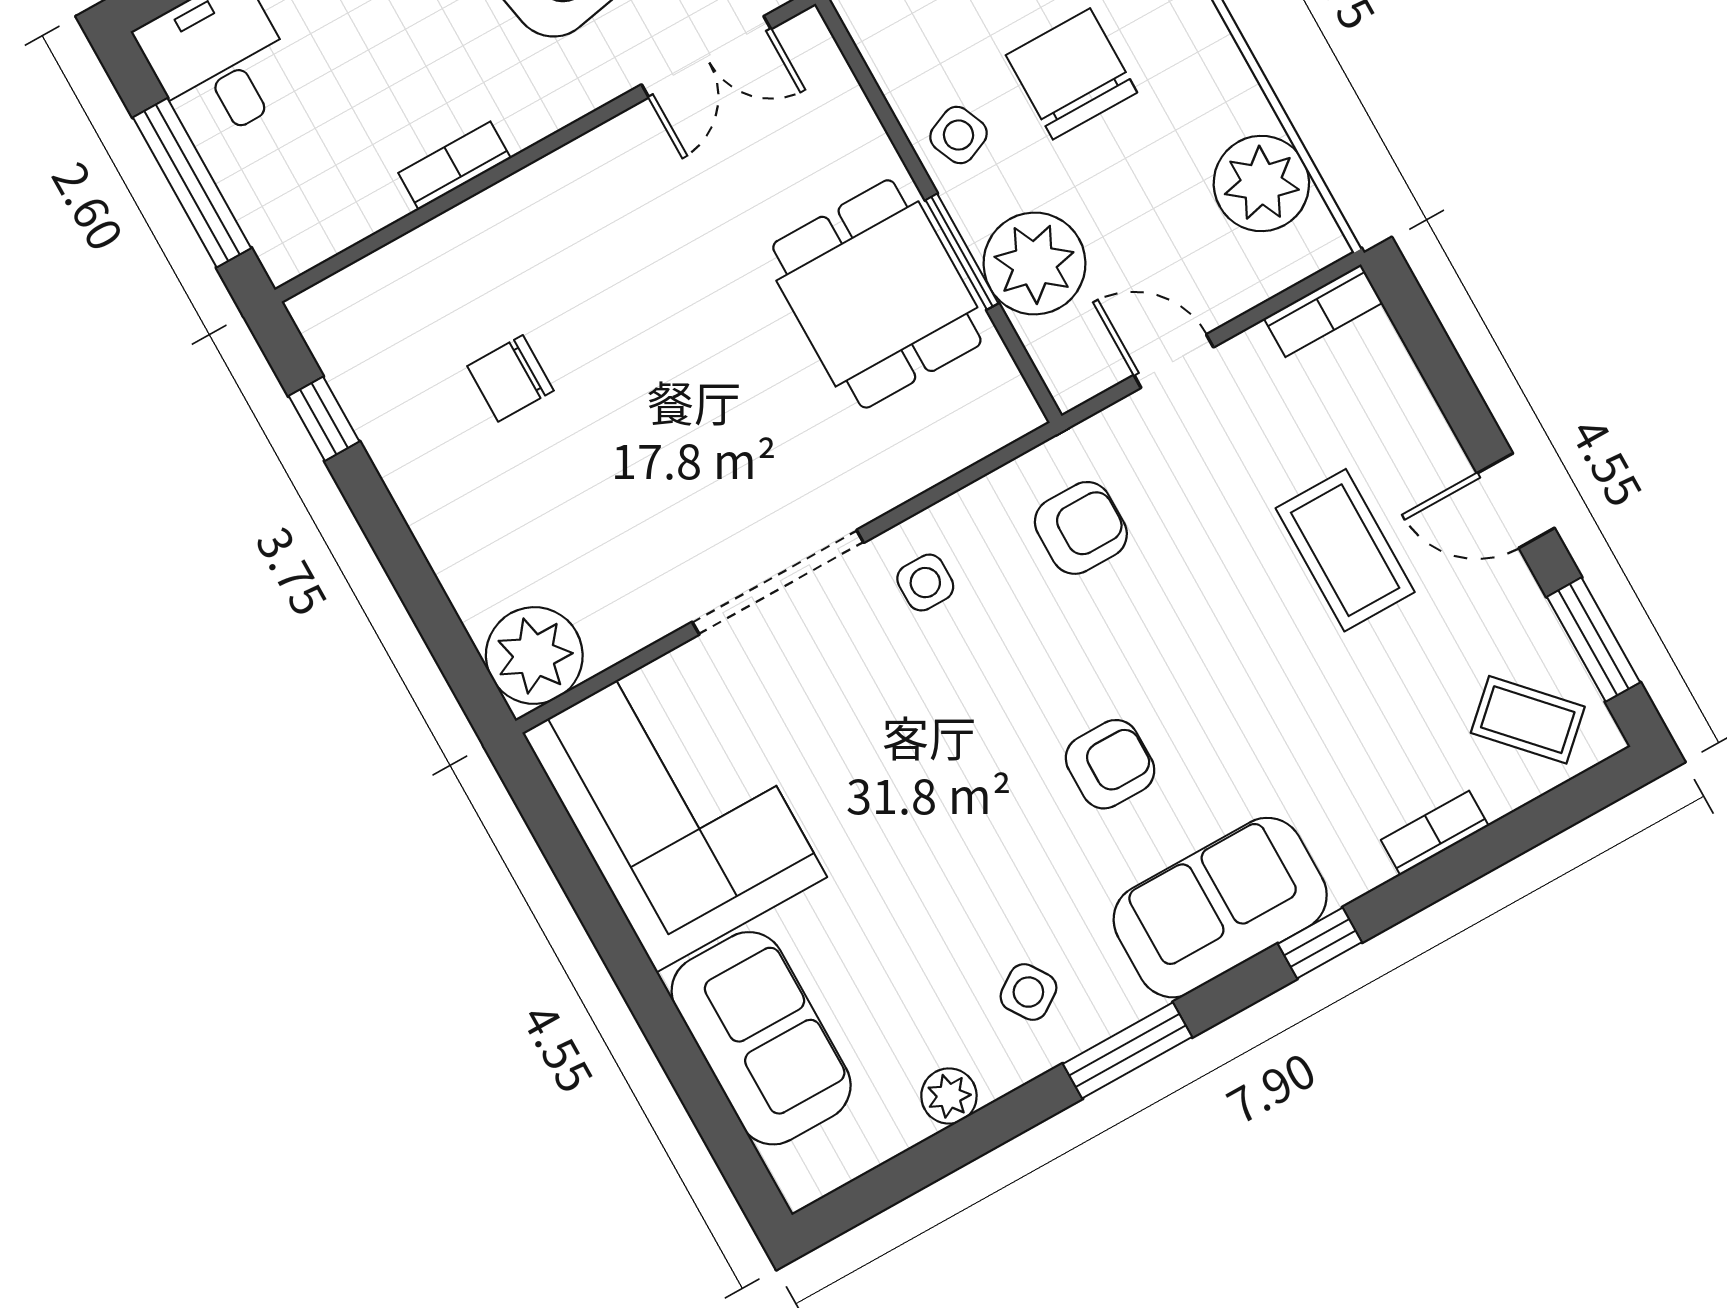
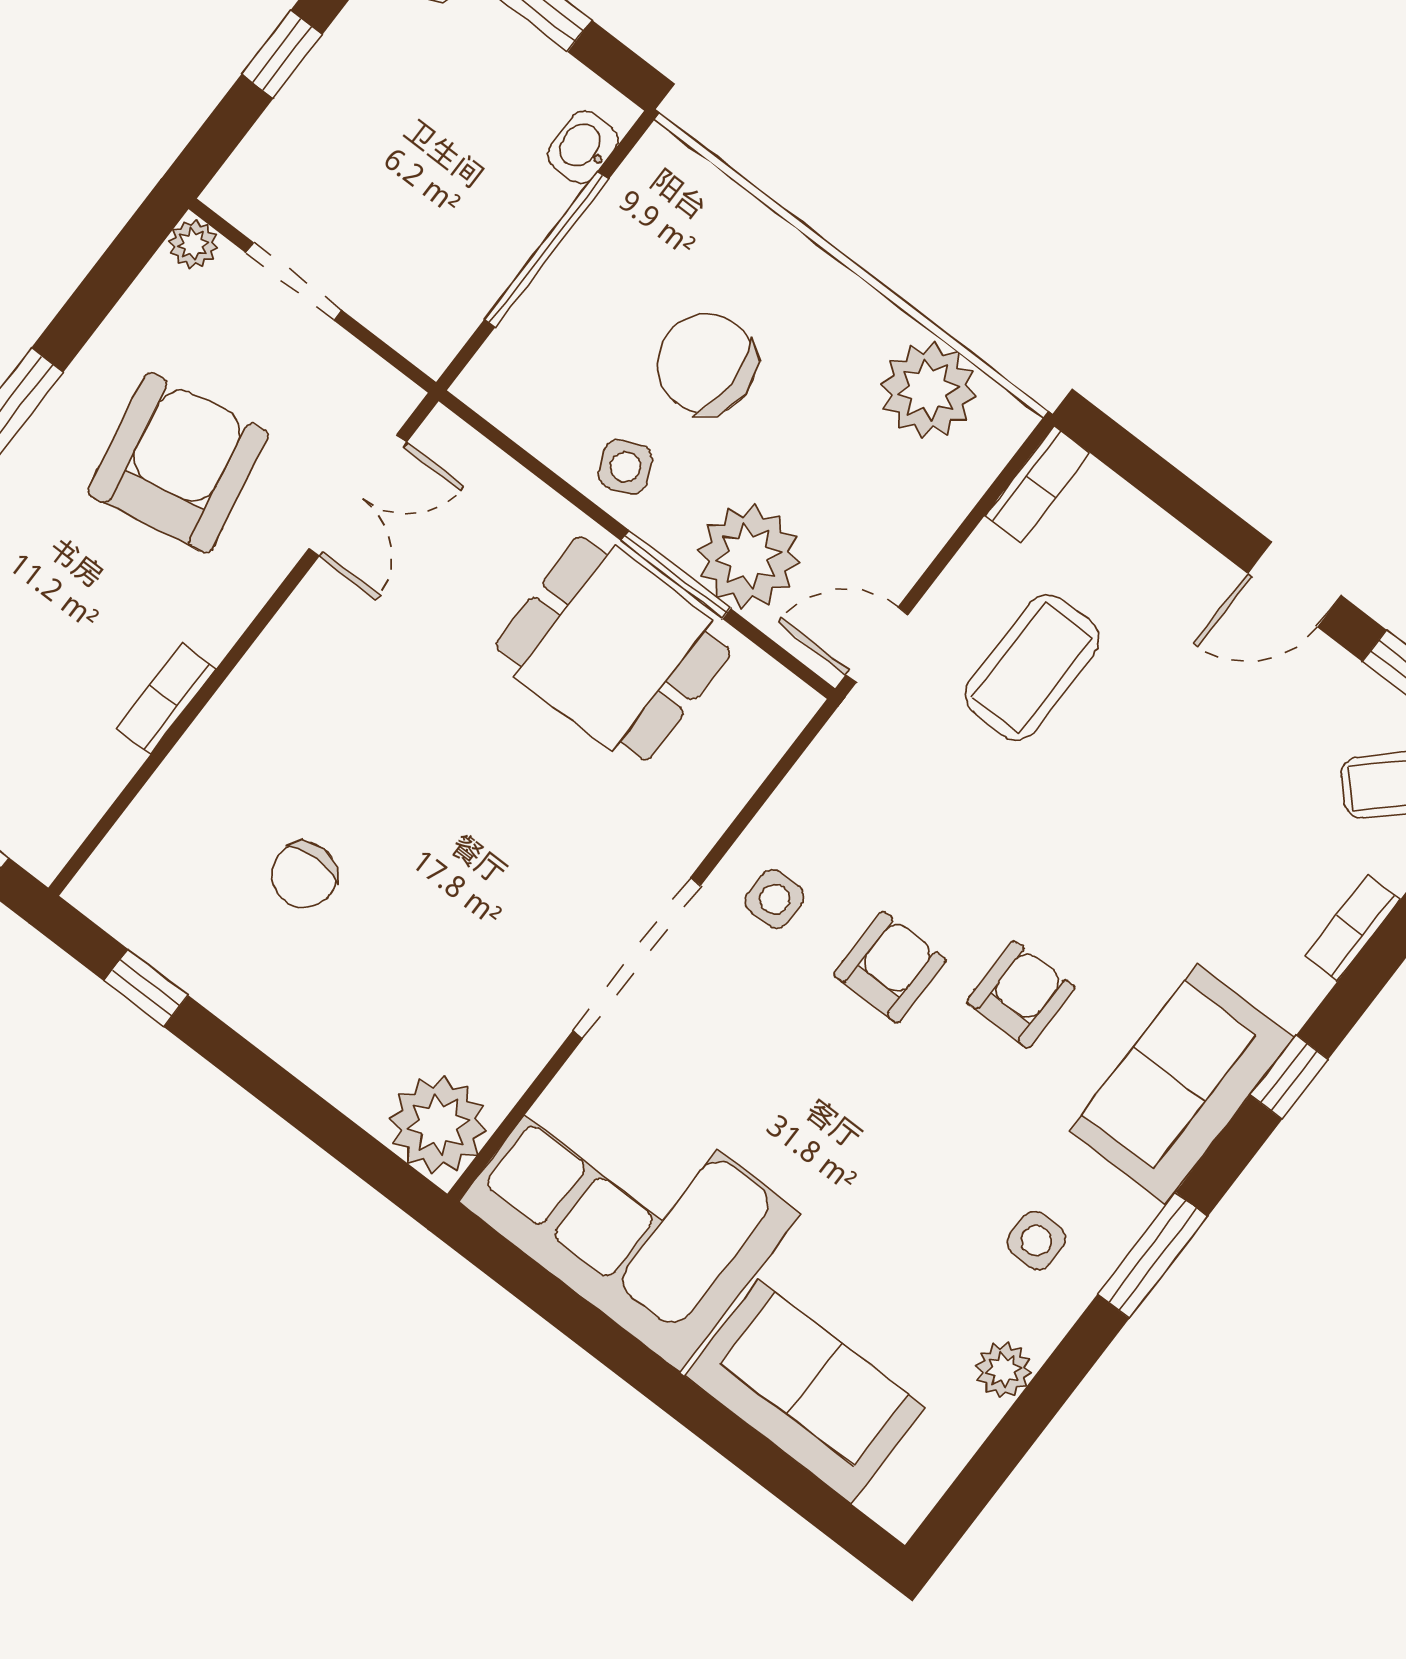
door: (1174, 361) -> (877, 645), moved
armchair: (1081, 528) -> (890, 967), moved
coffee table: (1345, 550) -> (1032, 667), moved, turned 90
side table: (1028, 992) -> (1036, 1241), turned 34

